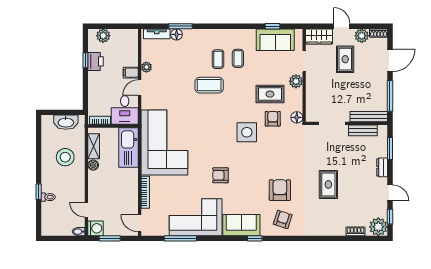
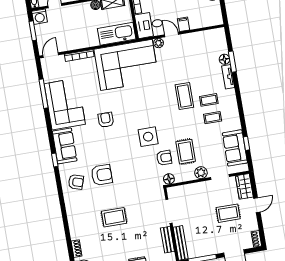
tv unit: (157, 34) -> (228, 77), moved
plant: (362, 36) -> (252, 224), removed
plant: (146, 67) -> (158, 43), moved

